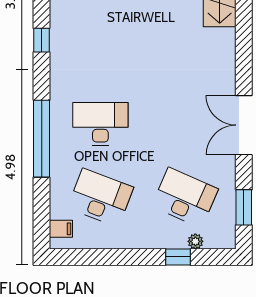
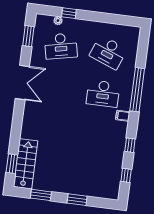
desk: (185, 198) -> (61, 46), turned -36
filing cabinet: (61, 229) -> (123, 116), moved

